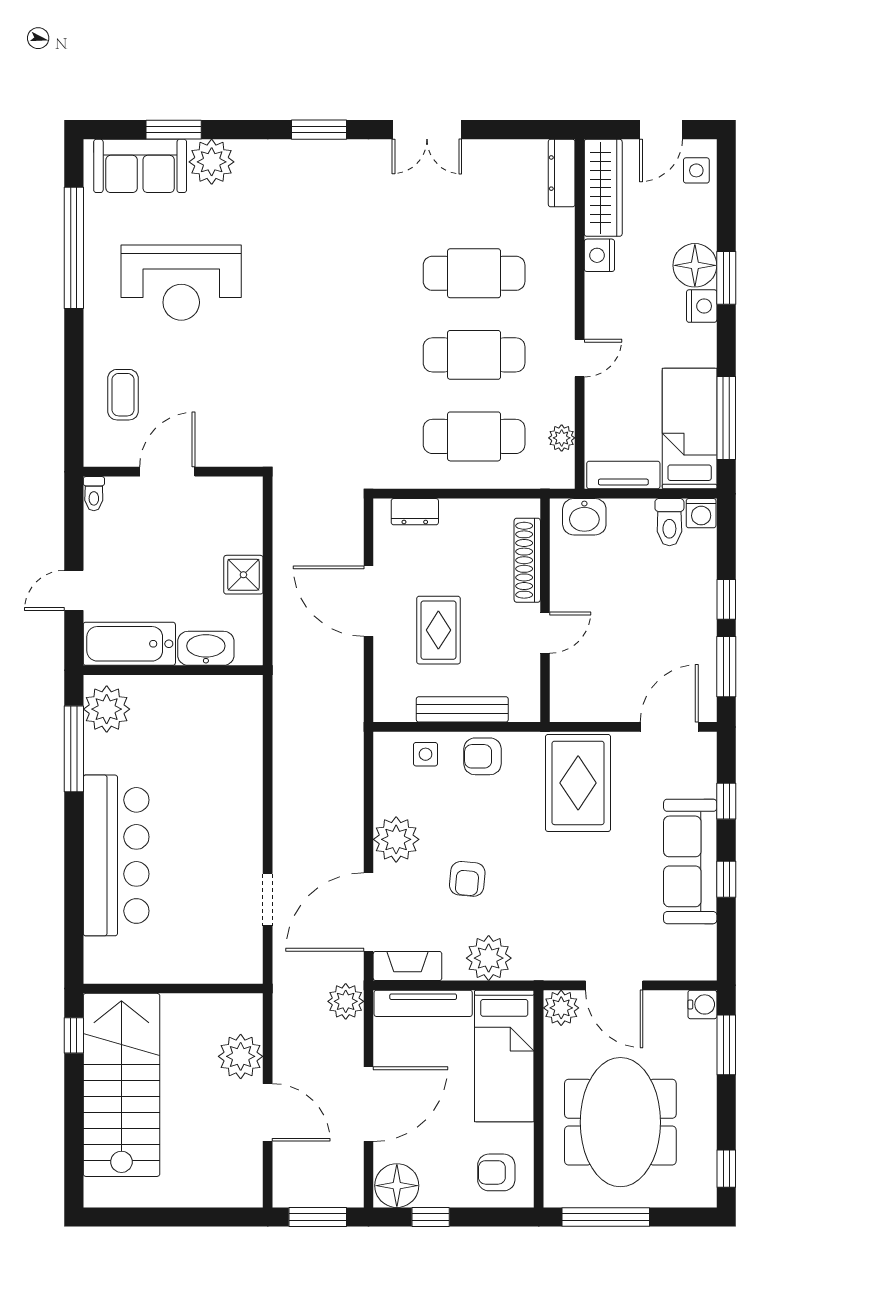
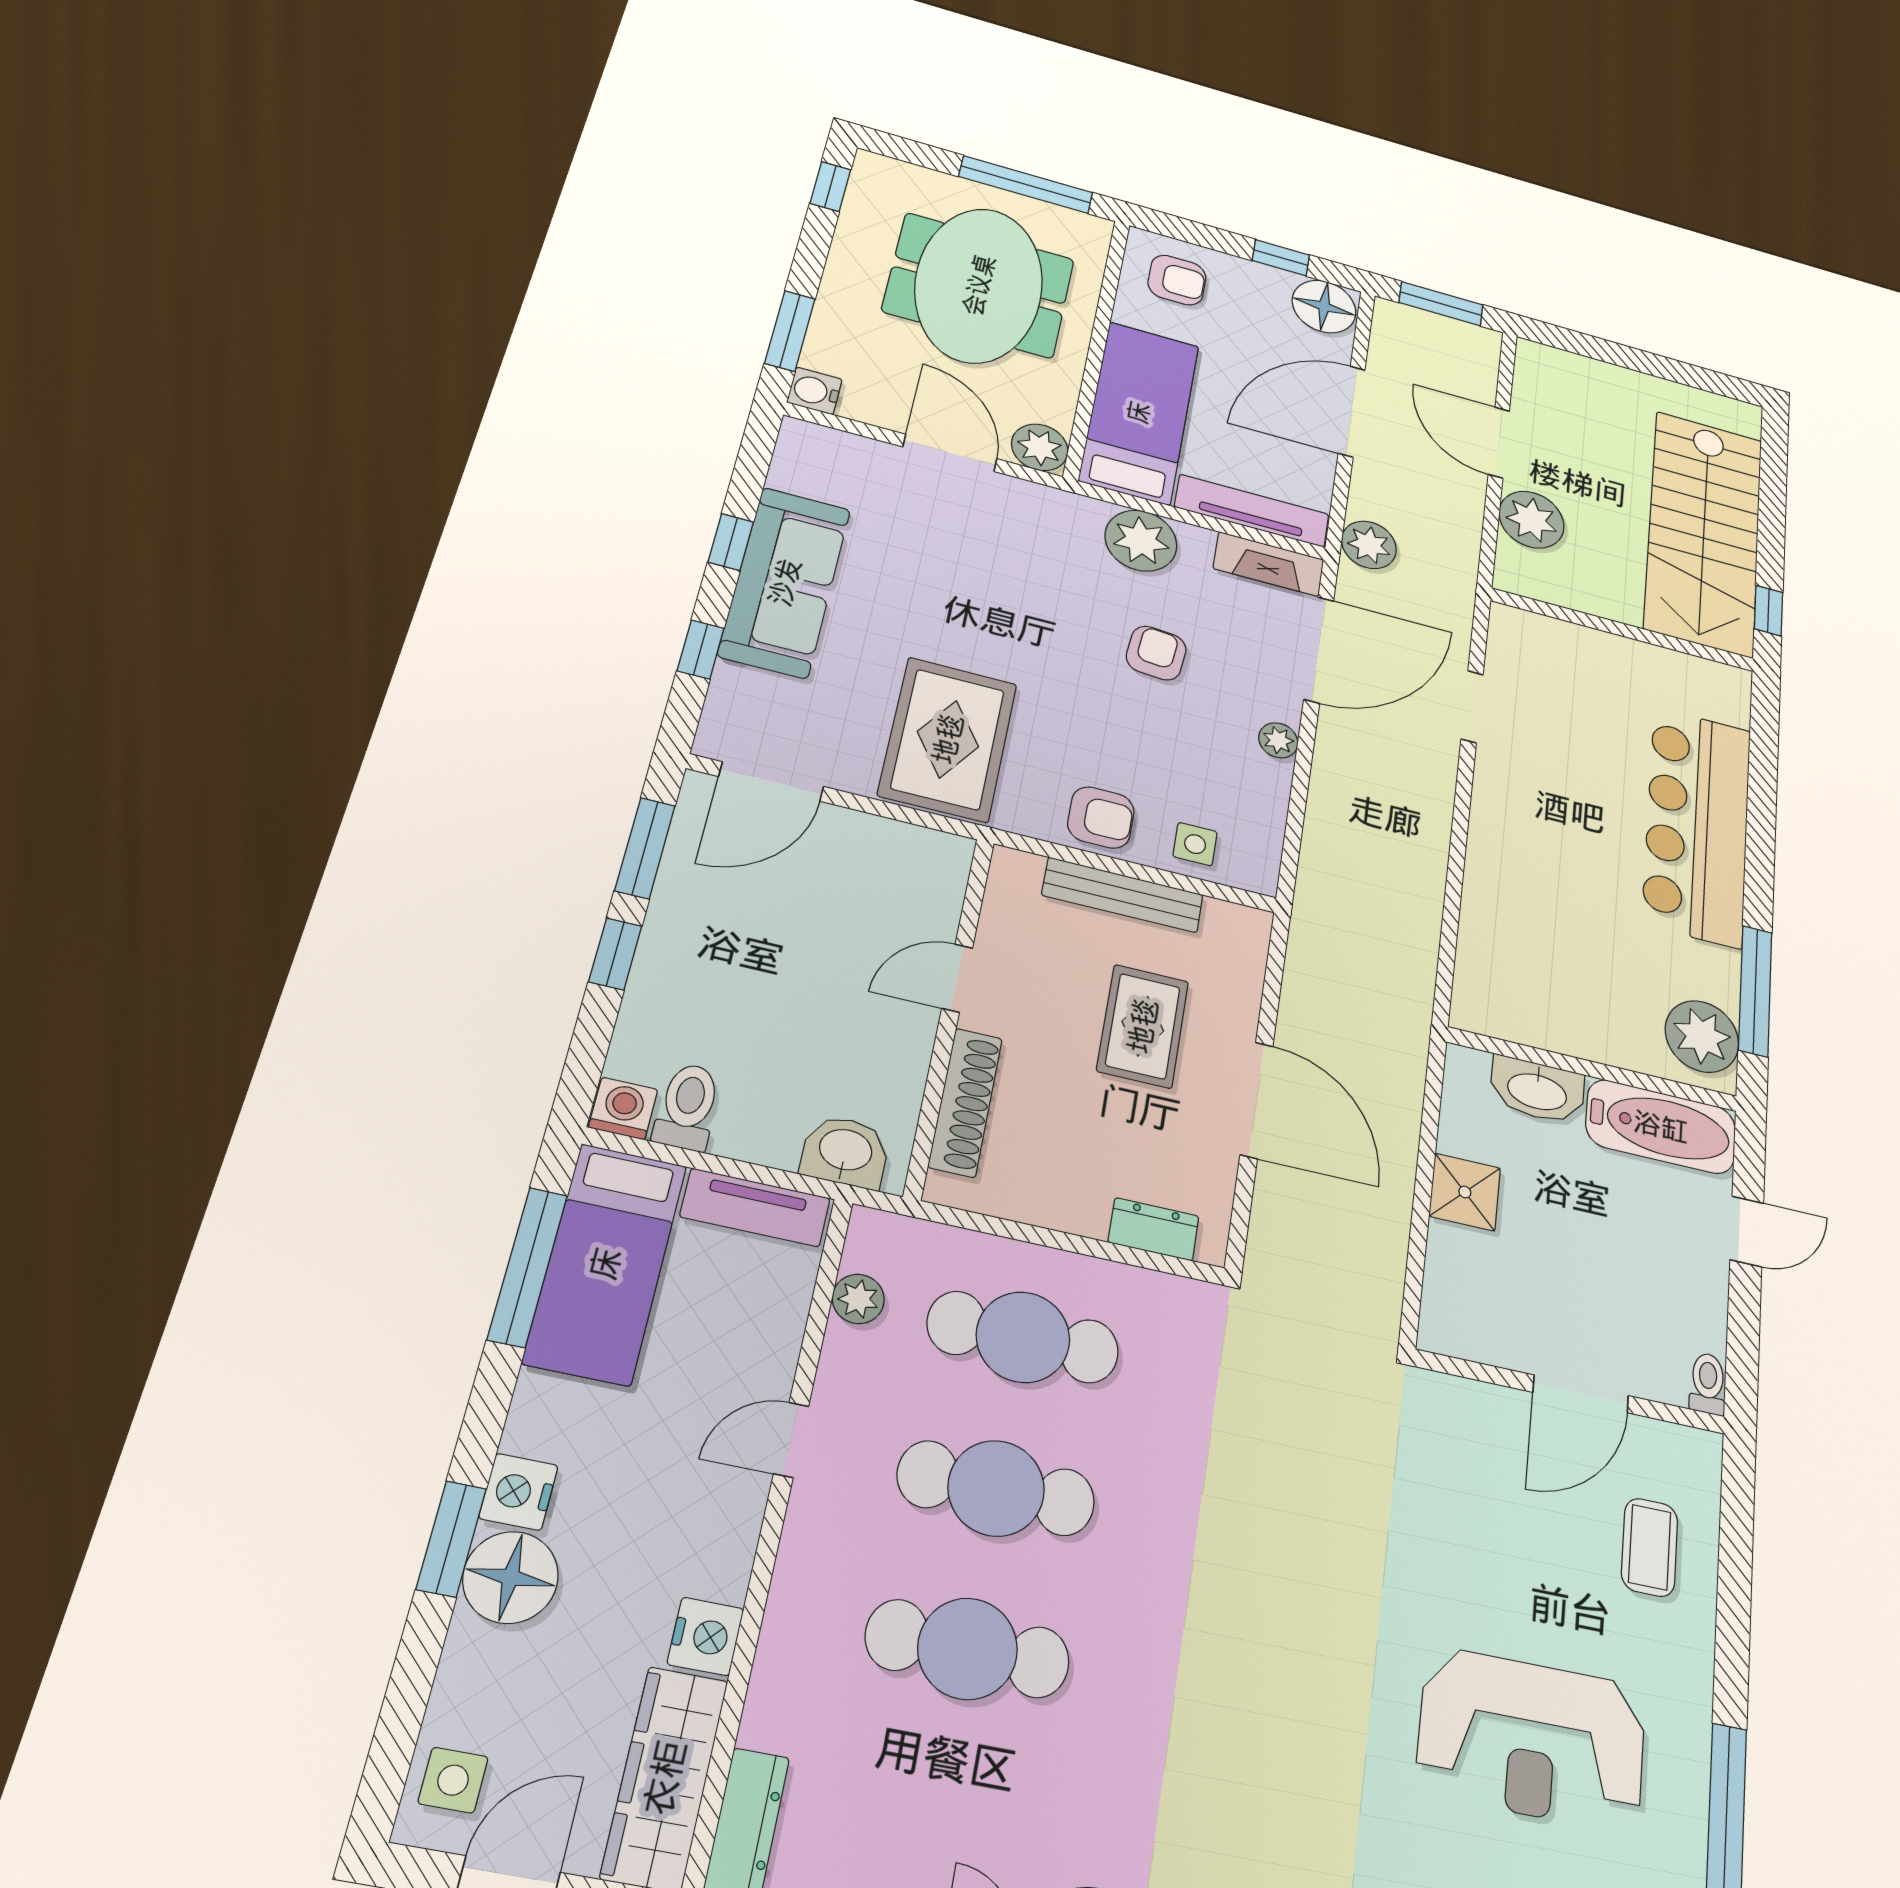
reception desk: (181, 283) -> (1532, 1739), turned 180
plant: (396, 839) -> (1278, 740), width x0.53, depth x0.53

